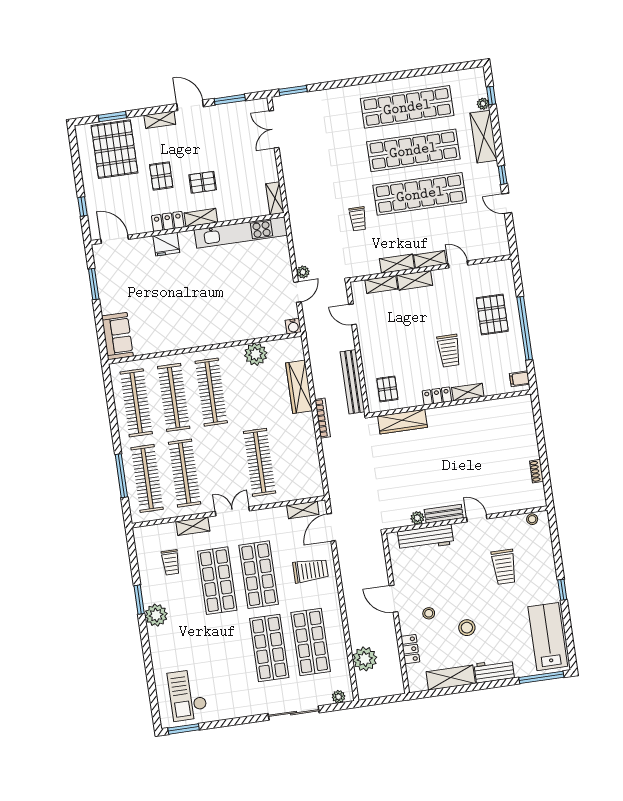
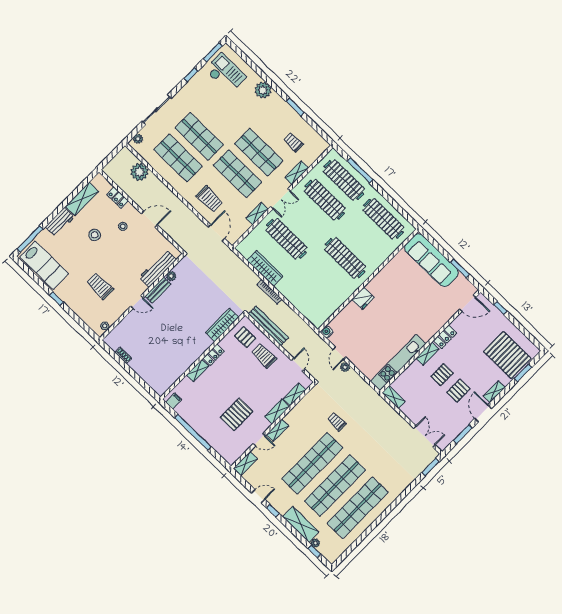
door: (190, 105) -> (483, 413), swing flipped
pallet: (161, 176) -> (458, 391), moved, turned 90
fridge: (166, 244) -> (363, 298), moved, turned 180
shelving: (397, 264) -> (245, 464), moved
door: (353, 314) -> (298, 365), hinge flipped
pallet: (492, 314) -> (237, 414), moved, turned 90
sofa: (117, 336) -> (431, 260), width x1.85, depth x1.27
trolley: (449, 351) -> (264, 356), moved
plant: (256, 354) -> (336, 299), removed
wardrobe: (299, 387) -> (265, 268), moved
clothes rail: (174, 397) -> (364, 238), removed
shelving: (303, 510) -> (257, 214), moved
trolley: (310, 571) -> (210, 199), turned -90
plant: (156, 615) -> (263, 90), moved
window: (227, 723) -> (191, 75), added

